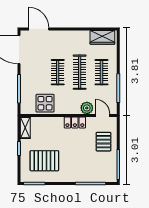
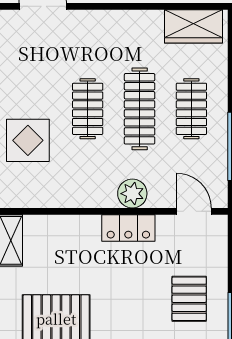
display table: (45, 103) -> (28, 140), moved
plant: (87, 108) -> (132, 194), moved
pallet: (103, 142) -> (189, 299), moved

